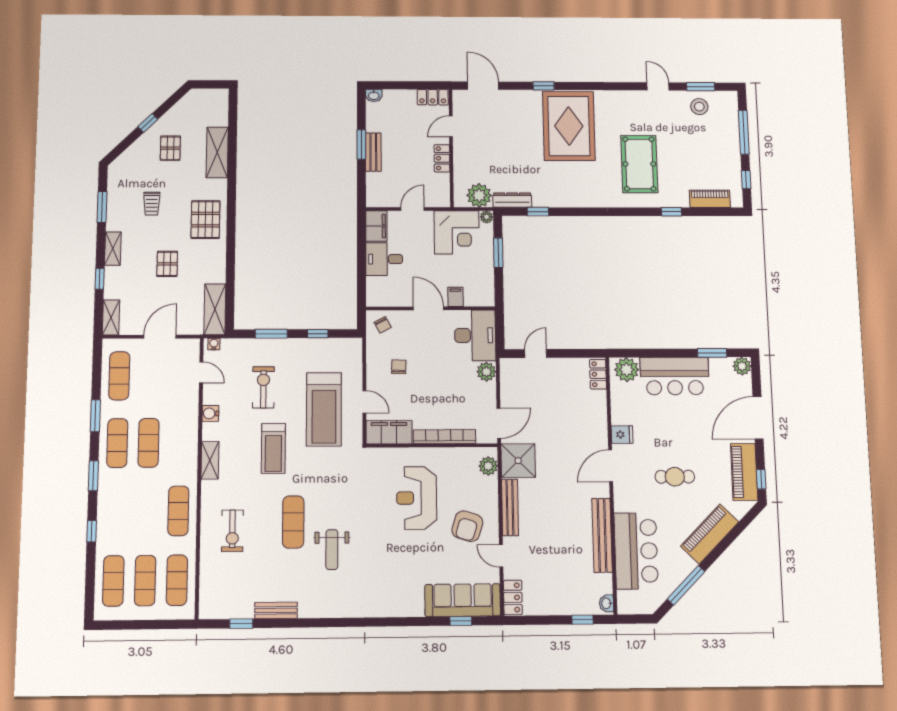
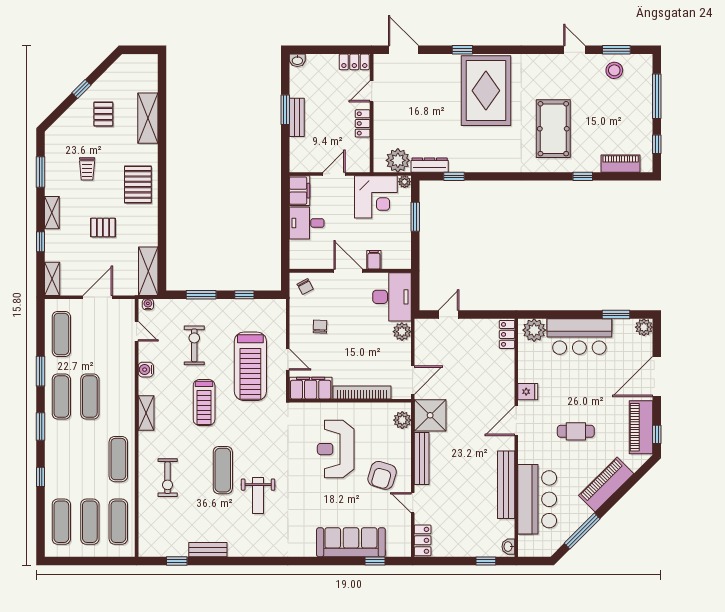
pallet: (167, 264) -> (103, 227), turned 90
sofa: (463, 600) -> (351, 542), moved

